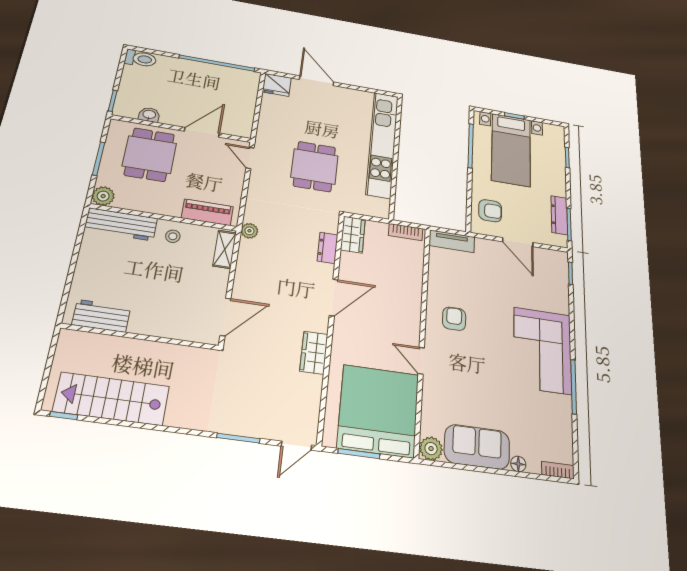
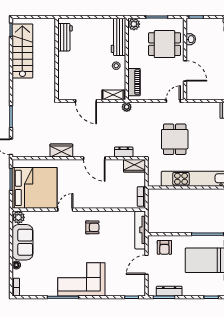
dining table: (315, 167) -> (175, 139), turned 90
tv unit: (452, 241) -> (140, 230), width x1.41
door: (225, 317) -> (86, 101), moved

